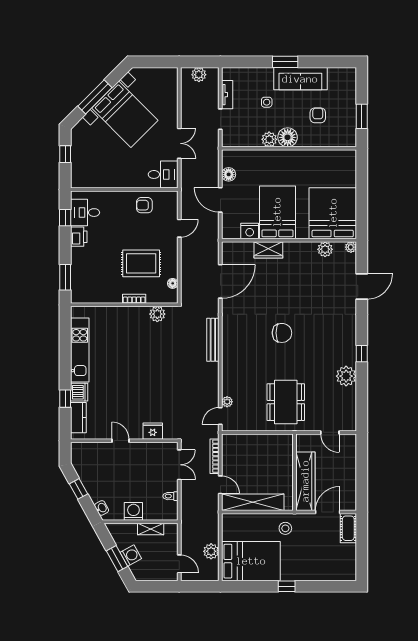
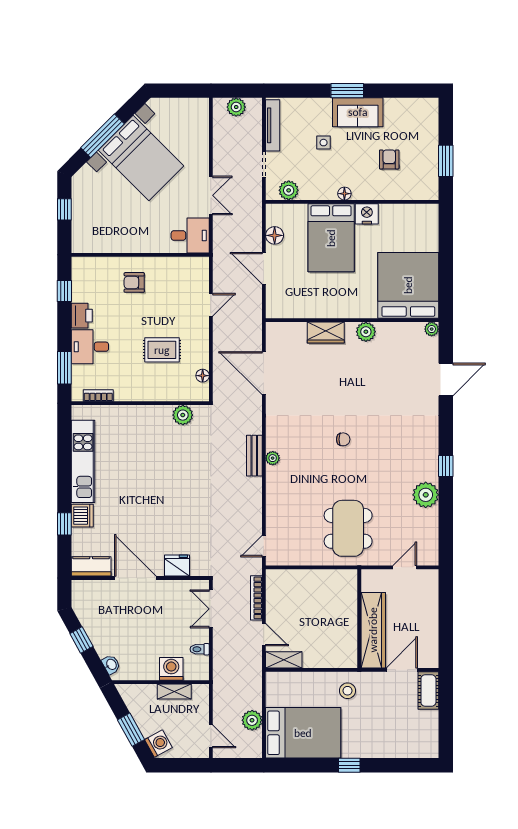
sofa: (300, 79) -> (358, 112), width x0.73
tv unit: (227, 95) -> (273, 125), width x1.41
floor lamp: (288, 137) -> (344, 194), width x0.53, depth x0.53
plant: (269, 139) -> (289, 190), moved
armchair: (144, 205) -> (134, 282), moved
bed: (277, 212) -> (331, 238), moved, turned 180
desk: (85, 213) -> (90, 347), moved
nightstand: (250, 231) -> (367, 214), moved, turned 180
plant: (325, 249) -> (366, 332), moved
rug: (141, 263) -> (162, 350), width x0.73, depth x0.70
door: (220, 281) -> (264, 373), swing flipped
bookcase: (134, 299) -> (98, 395), moved
chair: (282, 333) -> (343, 439), width x0.54, depth x0.54
bench: (213, 340) -> (254, 456), width x0.73
plant: (227, 402) -> (273, 458), moved
kitchen counter: (78, 418) -> (91, 566), moved, turned -90
door: (330, 432) -> (405, 567), swing flipped
door: (120, 441) -> (135, 578), width x1.87
double door: (179, 465) -> (211, 609), swing flipped
shelving: (253, 502) -> (284, 660), width x0.45, depth x0.75
washing machine: (133, 511) -> (171, 669), moved
washing machine: (131, 555) -> (158, 744), moved

